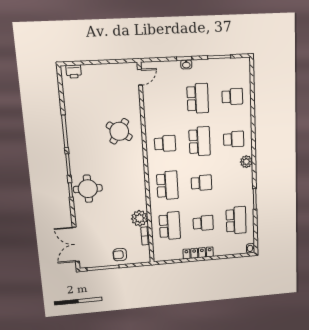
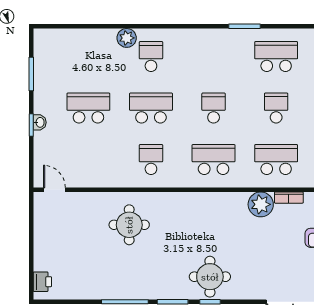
school desk: (232, 97) -> (88, 57), removed
round table: (119, 131) -> (129, 225), turned -35
plant: (246, 162) -> (127, 38), moved

